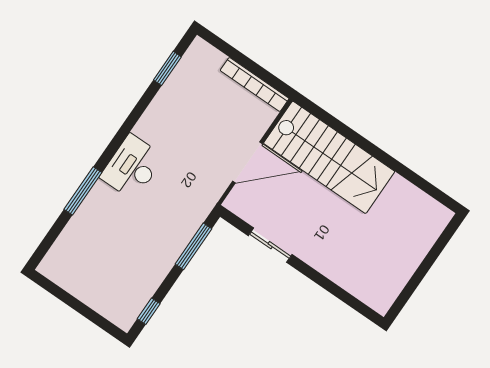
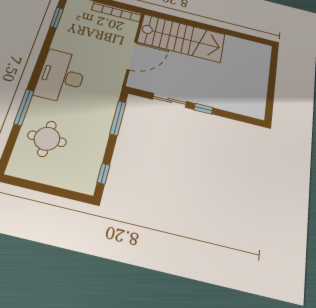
desk: (132, 167) -> (61, 76), width x1.36, depth x1.30
round table: (97, 243) -> (47, 139), added
window: (310, 272) -> (203, 109), added

